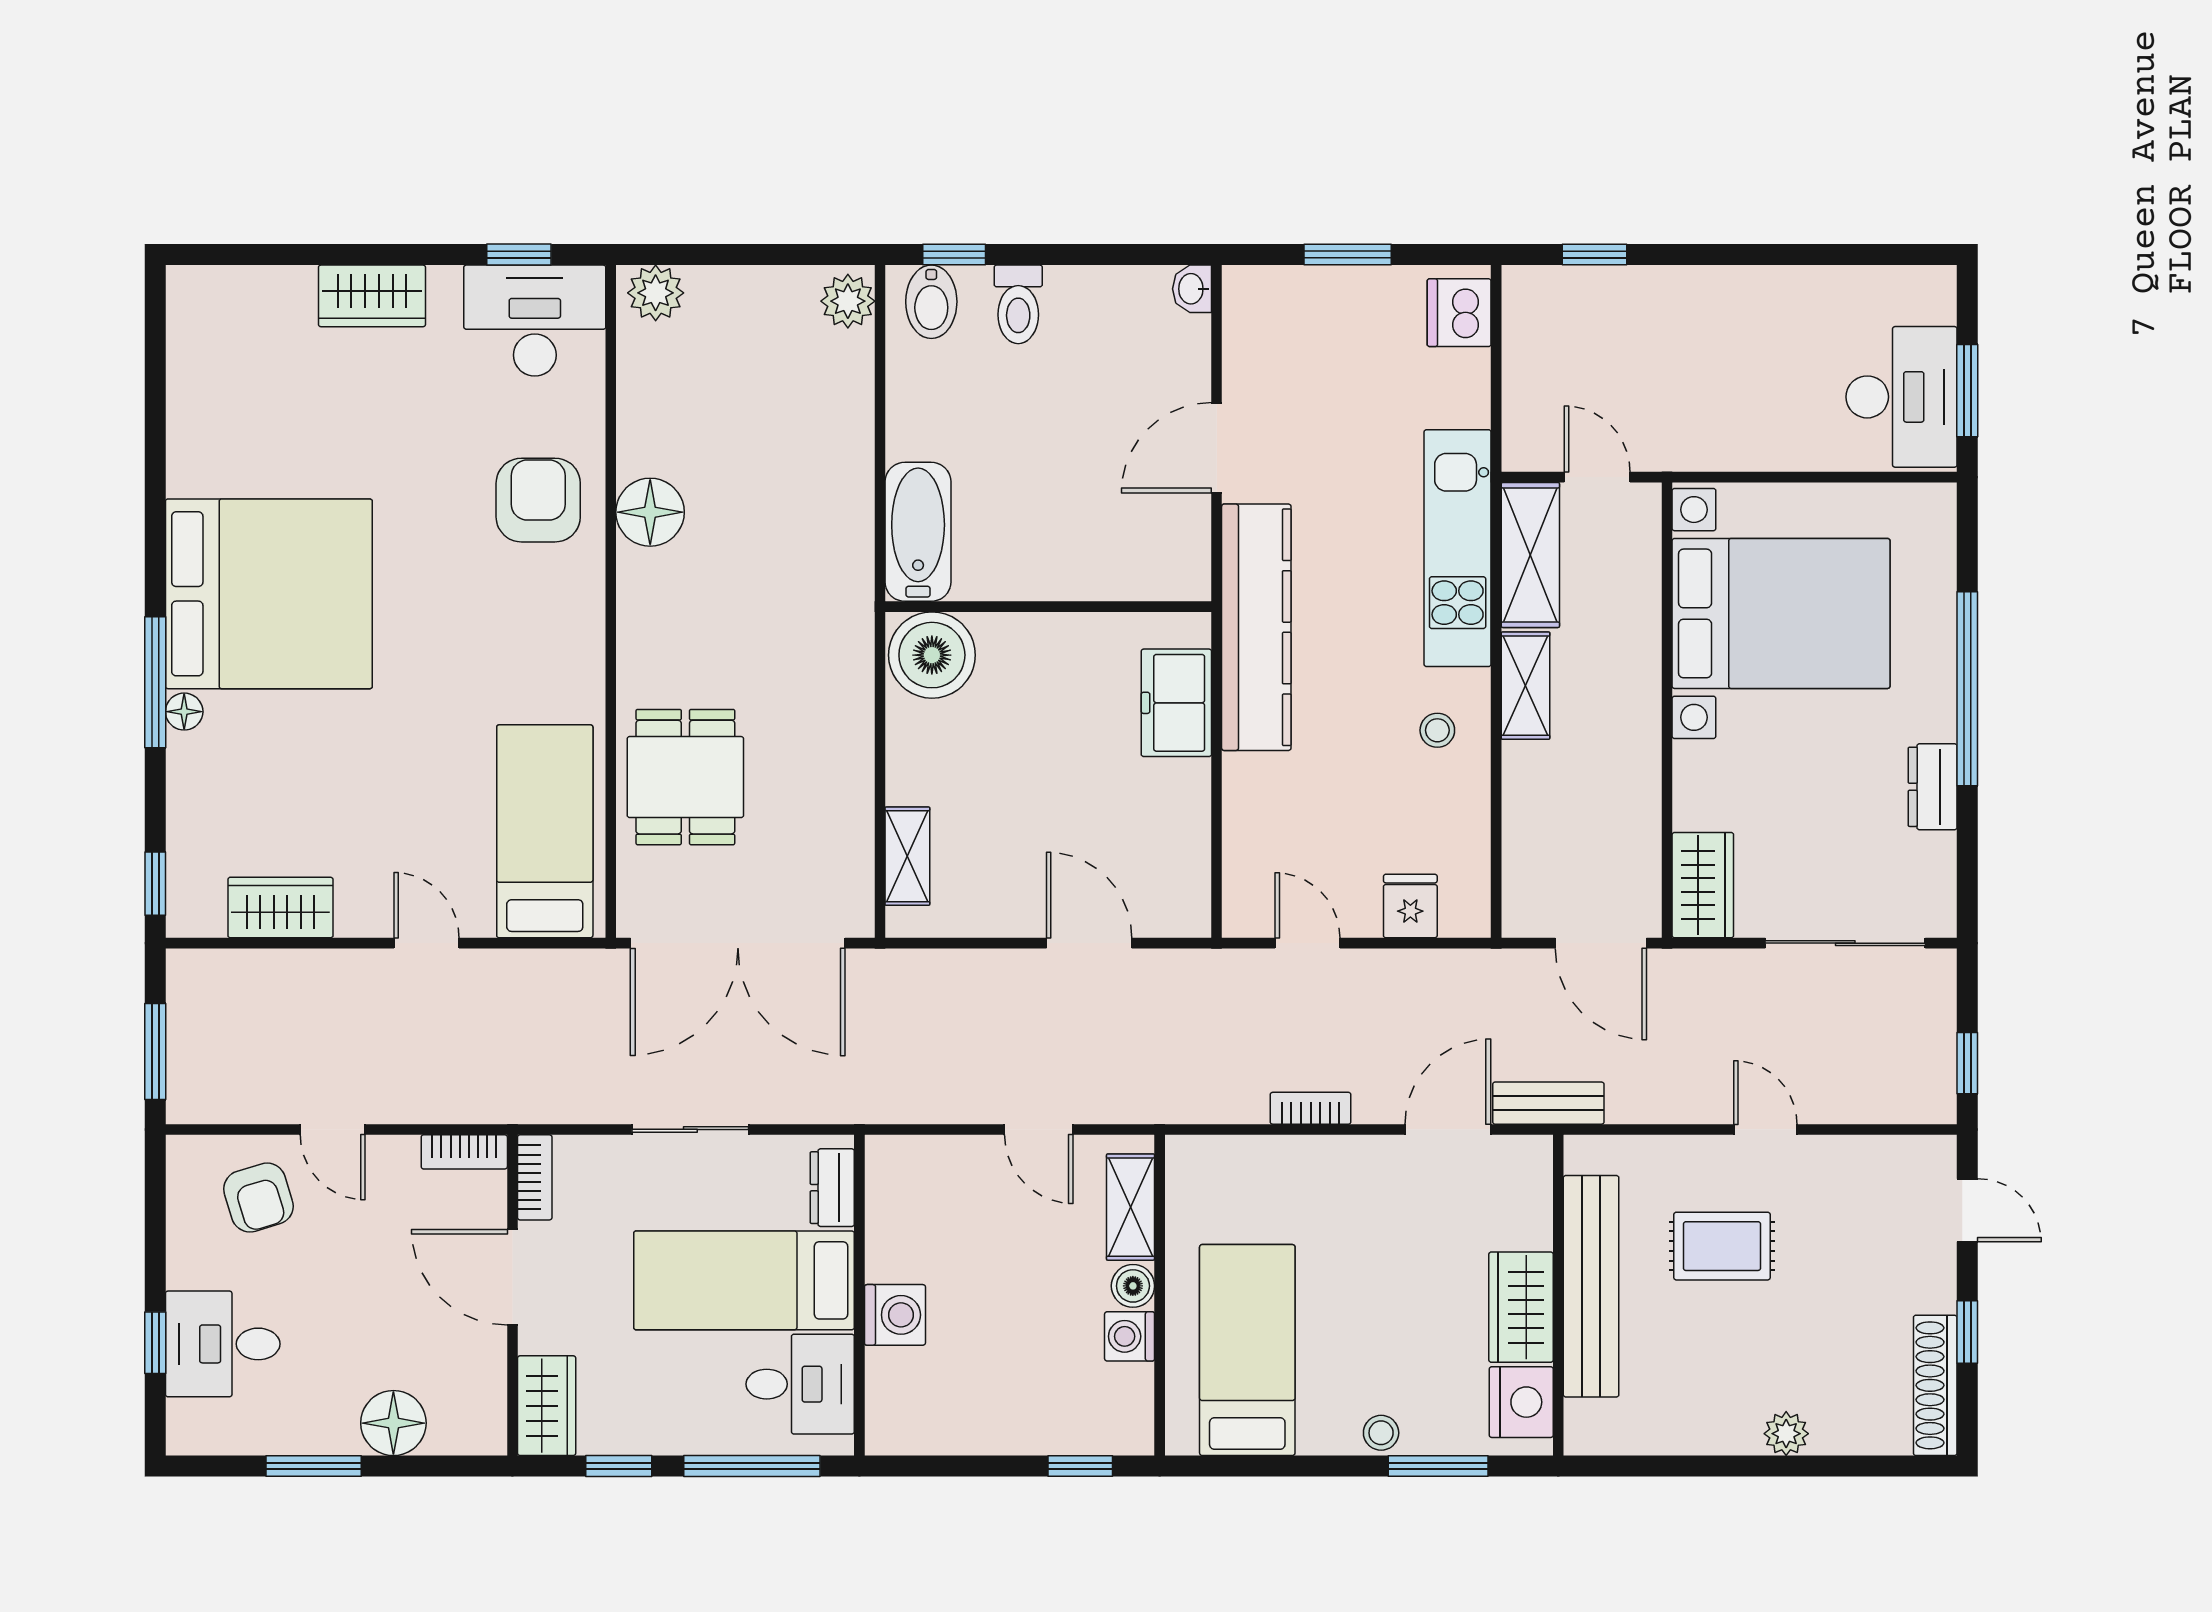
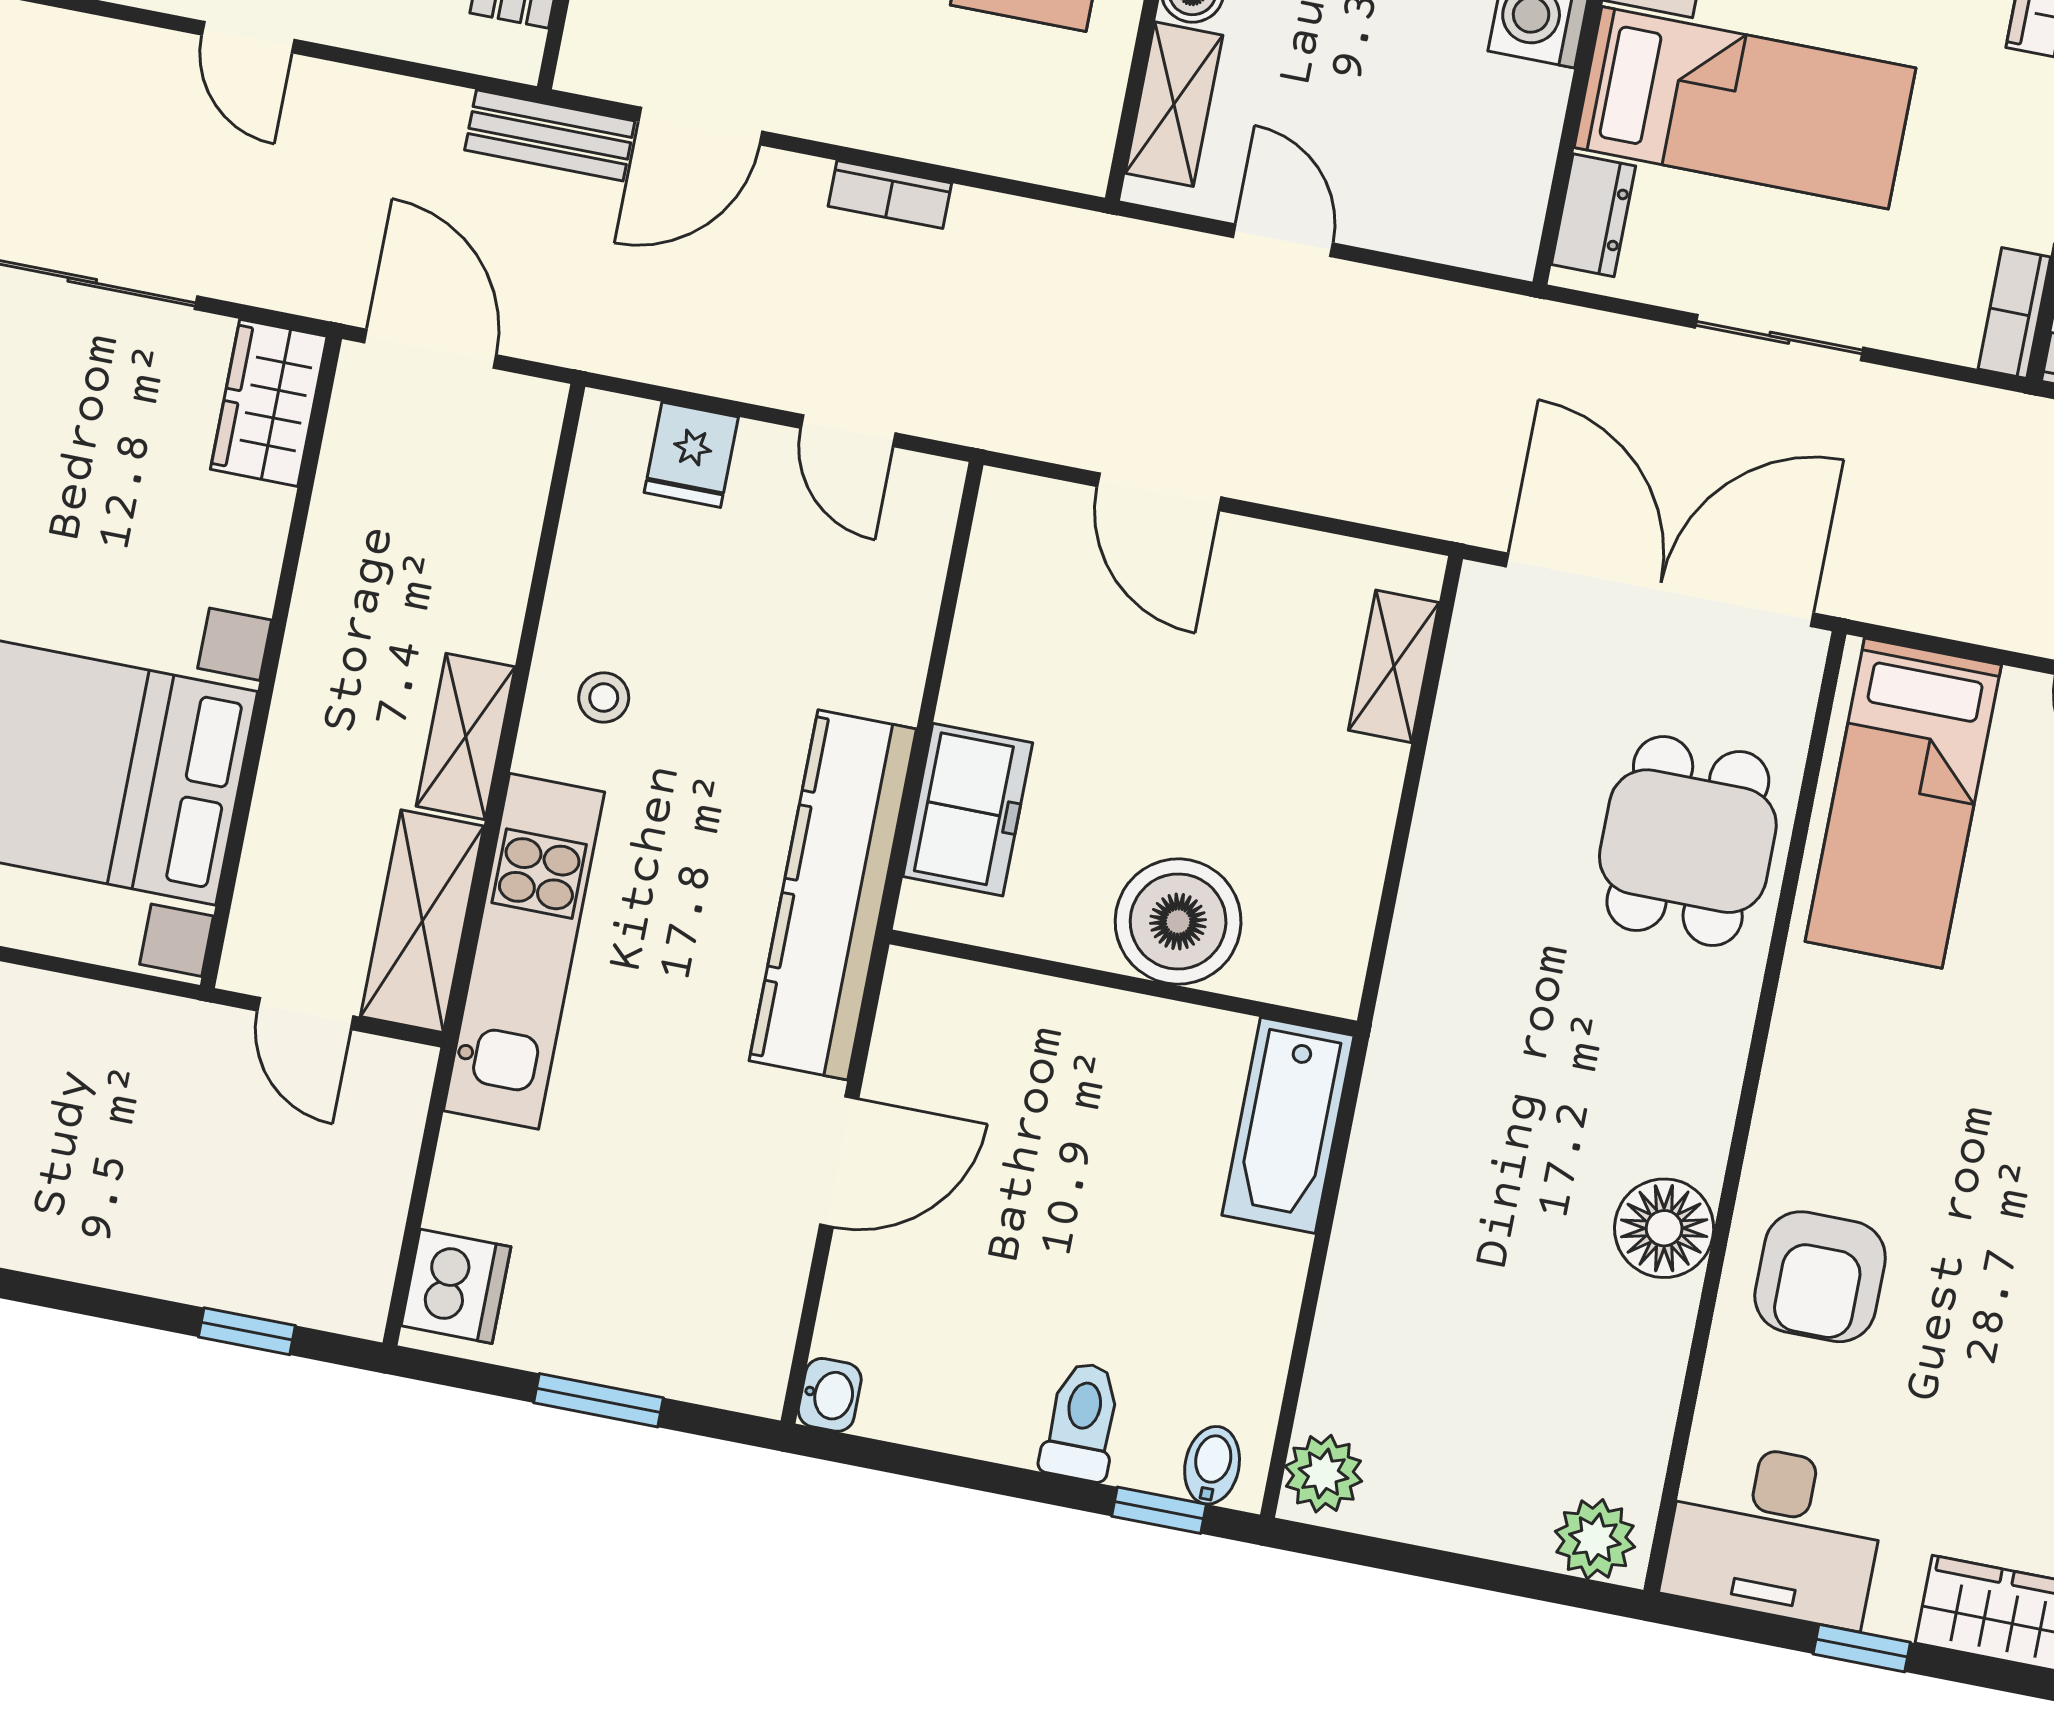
window: (519, 255) -> (1862, 1648), moved
bidet: (931, 302) -> (1212, 1465), width x0.72, depth x0.74
boiler: (932, 655) -> (1178, 922), moved

